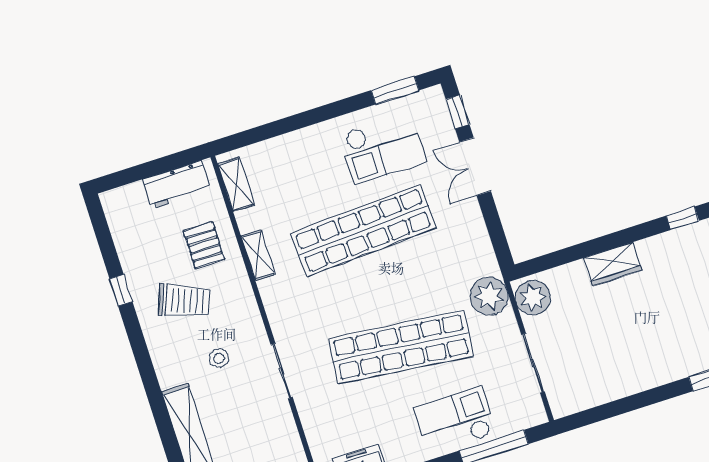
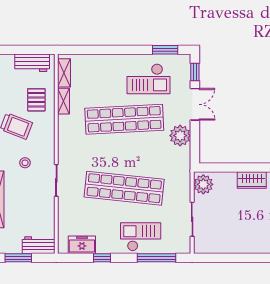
double door: (475, 167) -> (195, 104), swing flipped
shelving: (258, 255) -> (64, 101), moved
plant: (489, 296) -> (180, 136), moved

